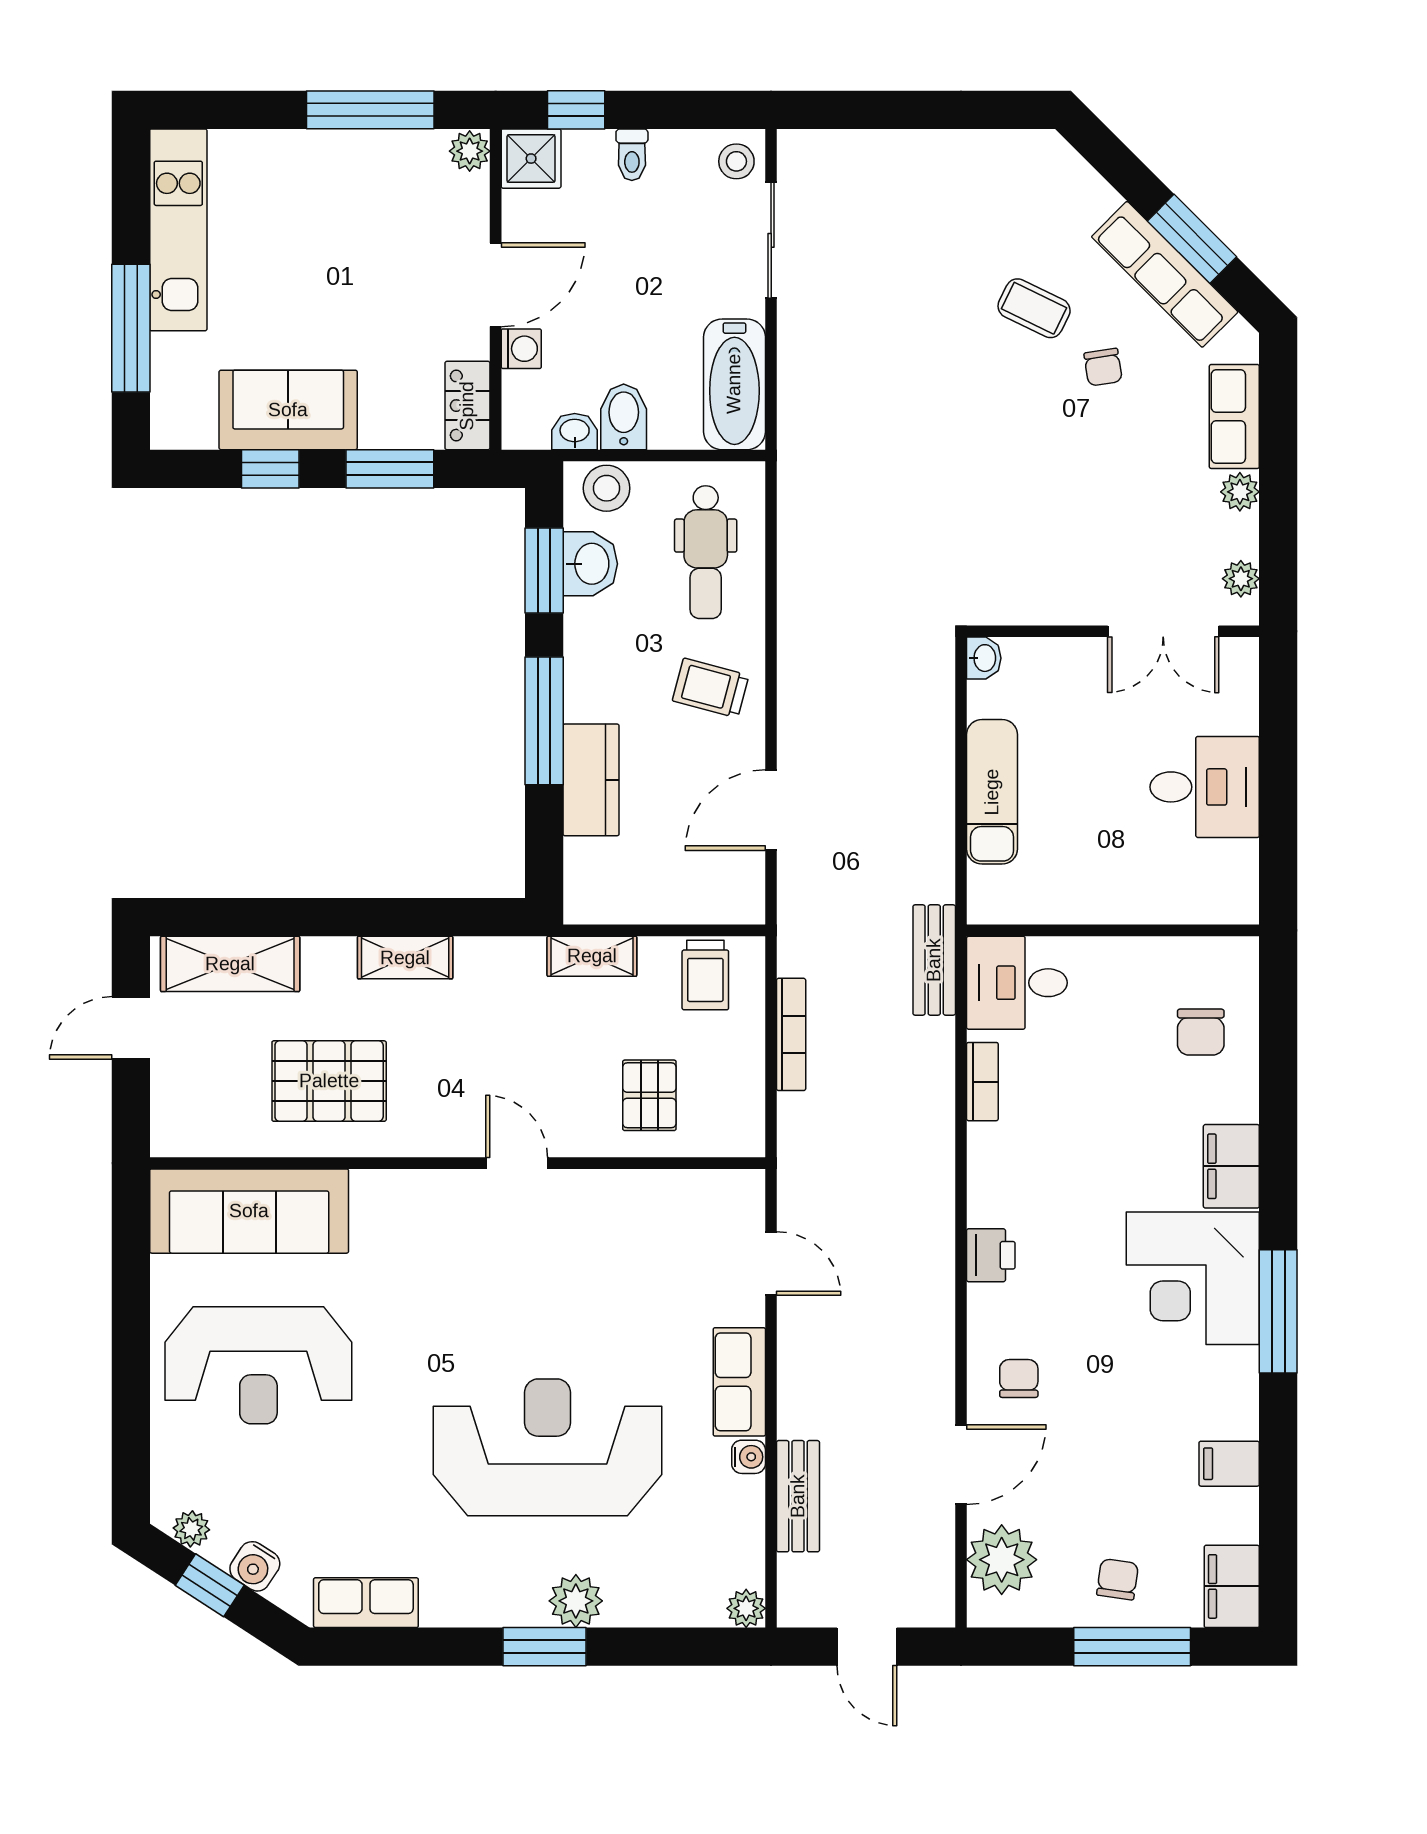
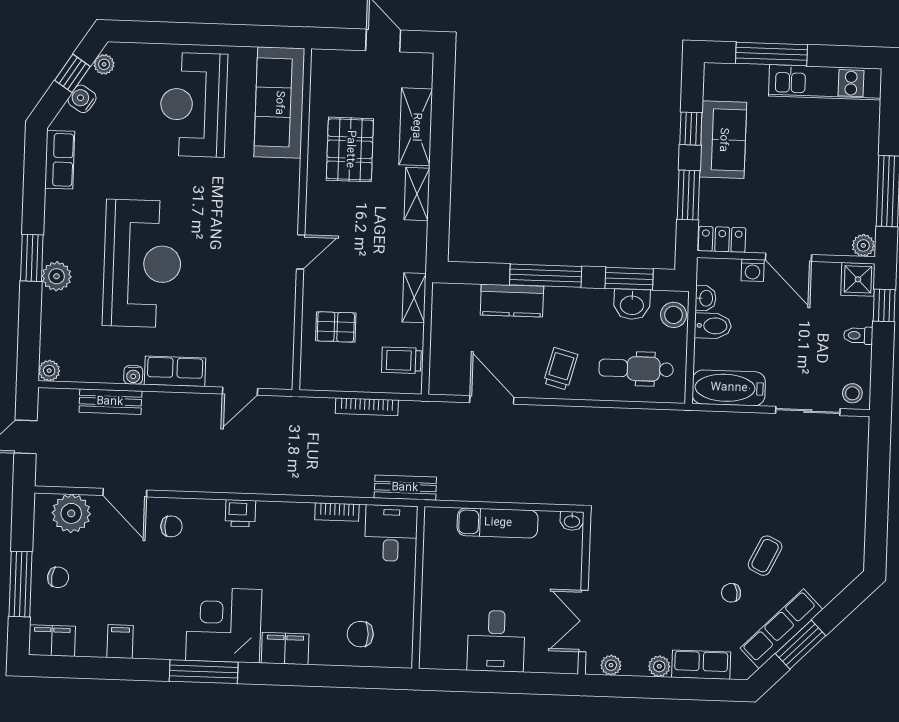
shelving: (230, 964) -> (416, 127), moved

